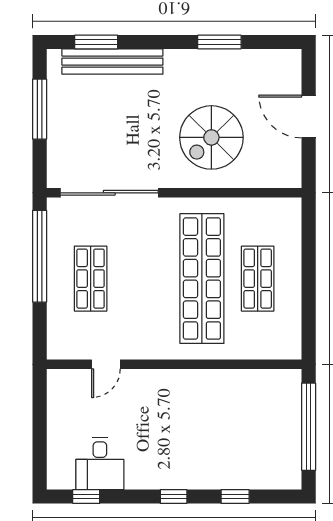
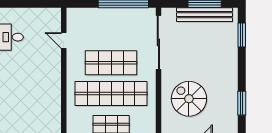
bench: (112, 62) -> (204, 15), moved, turned 90
shop shelf: (91, 279) -> (111, 63), moved, width x1.43, depth x1.36

